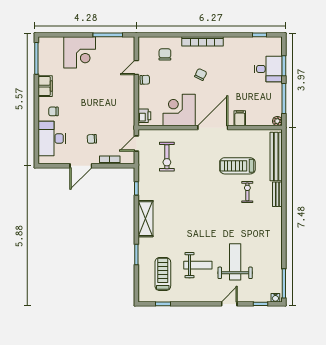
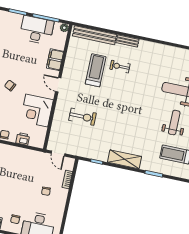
desk: (268, 69) -> (37, 30), moved, width x1.37
printer: (144, 116) -> (23, 139), moved
filing cabinet: (240, 118) -> (55, 60), width x2.00
door: (213, 128) -> (58, 85), width x0.53
exercise bike: (167, 157) -> (82, 117), moved
door: (81, 166) -> (67, 205), removed
treadmill: (237, 166) -> (96, 70), turned 180

